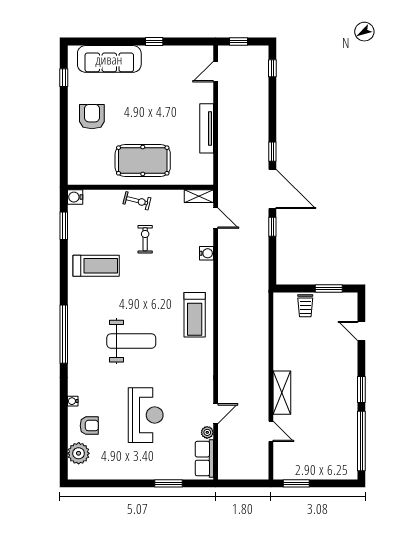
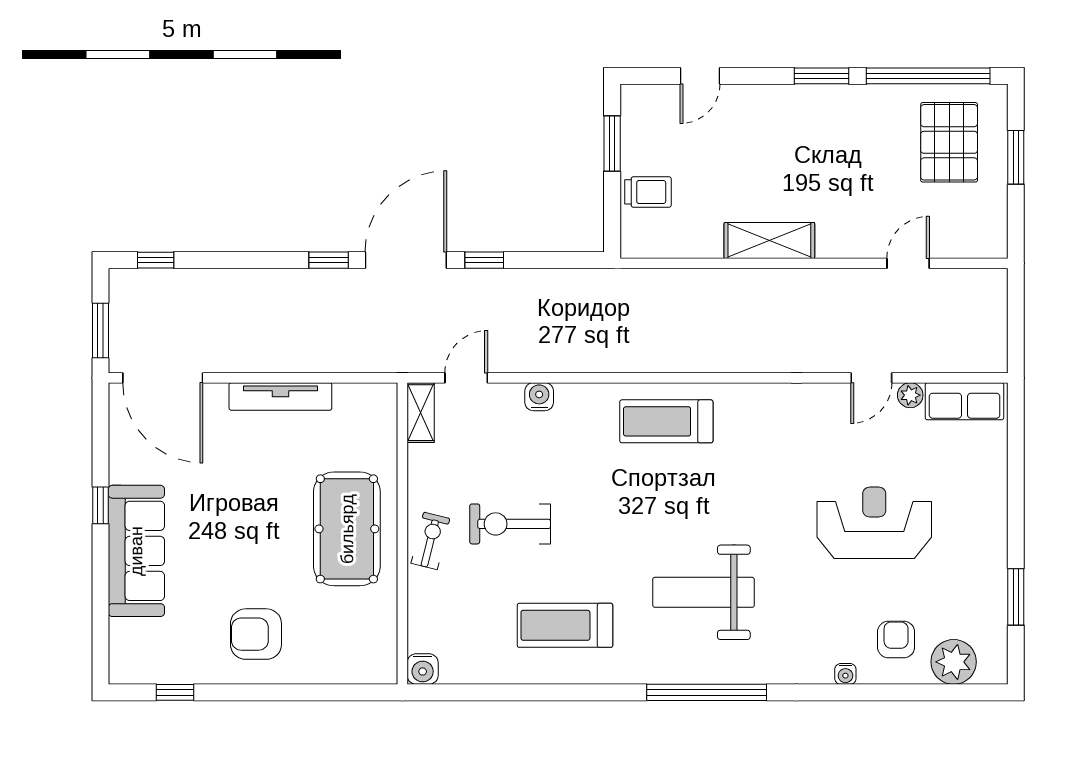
window: (238, 42) -> (100, 330), width x1.50
sofa: (109, 59) -> (136, 551), moved
door: (216, 72) -> (163, 378), width x1.87
window: (64, 226) -> (482, 692), removed
exercise bike: (145, 239) -> (510, 524), width x1.38, depth x1.39
treadmill: (96, 266) -> (565, 625), turned -90
treadmill: (195, 315) -> (666, 421), turned 180
weight bench: (131, 341) -> (703, 592), moved, turned -90
shelving: (282, 393) -> (769, 241), moved
door: (216, 414) -> (871, 378), swing flipped
pallet: (329, 451) -> (949, 142), added
window: (169, 483) -> (1016, 597), moved
window: (296, 483) -> (1016, 157), moved

